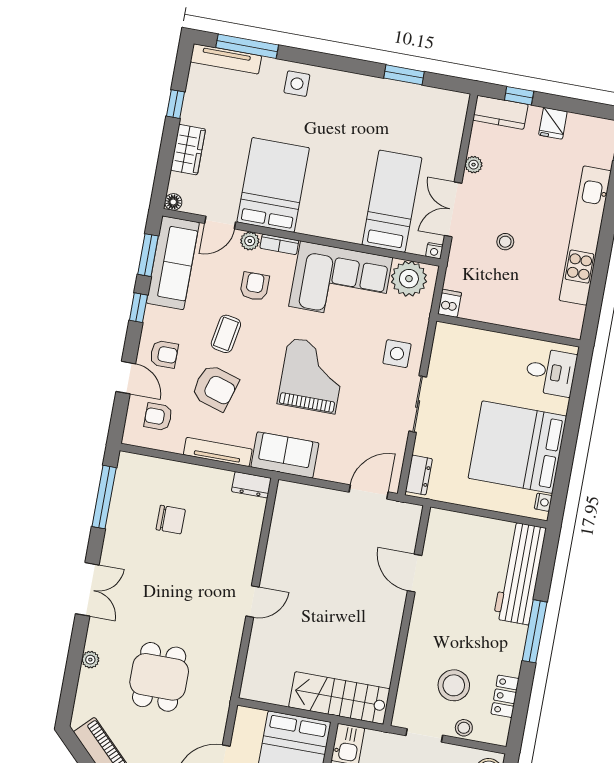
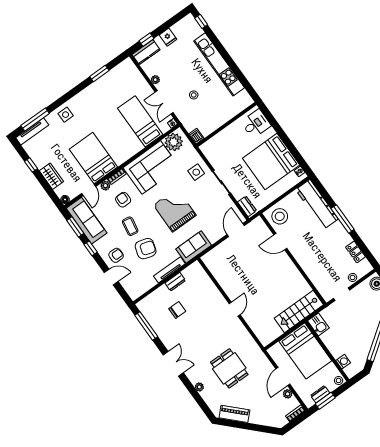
armchair: (158, 417) -> (136, 279), removed
dresser: (251, 485) -> (175, 282), moved
stool: (454, 685) -> (280, 216), moved

